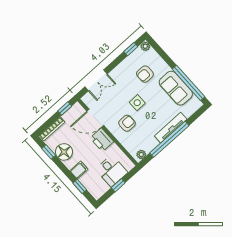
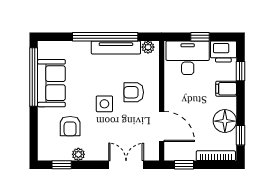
plant: (145, 46) -> (78, 154), moved
armchair: (145, 74) -> (70, 126), turned 90
tv unit: (171, 128) -> (116, 48), moved
printer: (102, 140) -> (223, 52), moved, turned 90
desk: (112, 171) -> (188, 58), width x1.37

